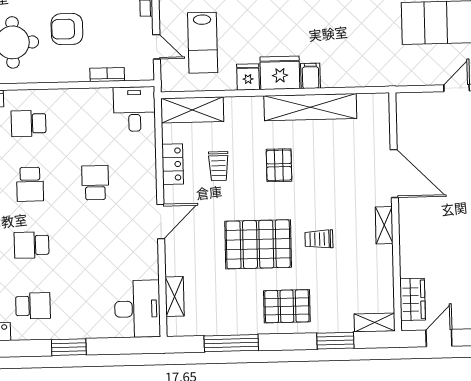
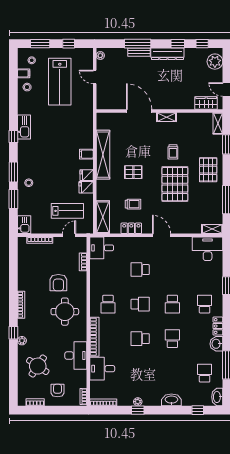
fridge: (280, 73) -> (87, 175), width x0.53, depth x0.75
door: (394, 174) -> (139, 111), hinge flipped
shelving: (175, 297) -> (212, 229), moved

